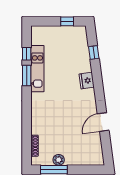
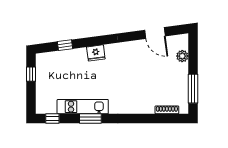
window: (27, 54) -> (52, 118), moved
door: (103, 122) -> (155, 33), moved
plant: (59, 160) -> (182, 56), moved

